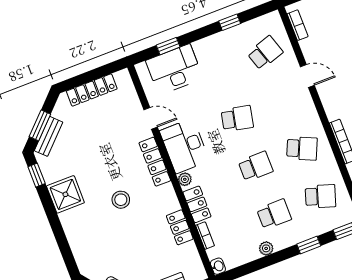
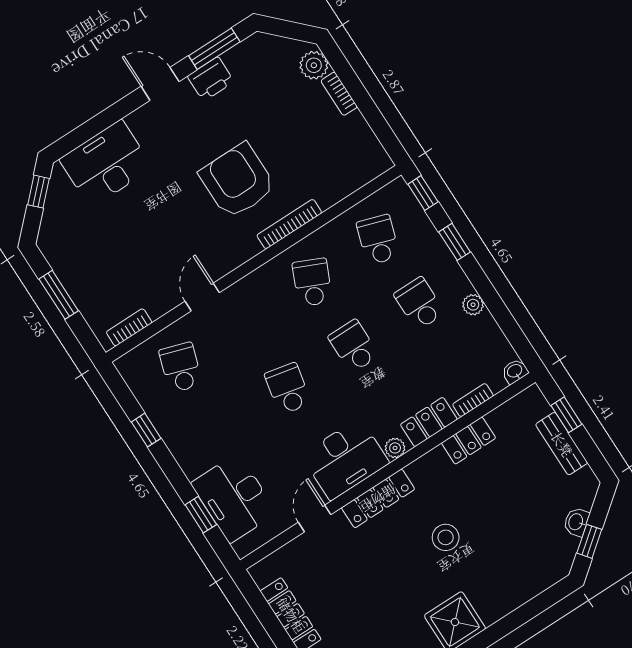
school desk: (265, 53) -> (181, 367), turned 36

